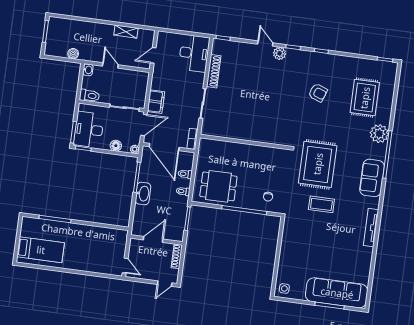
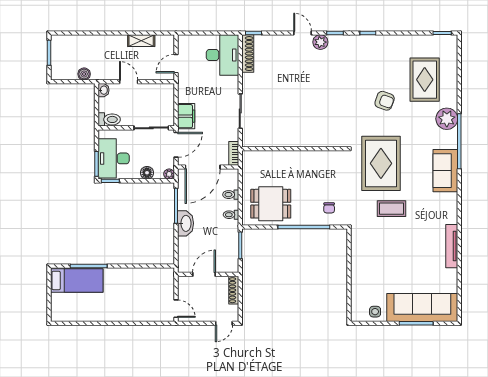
shoe rack: (214, 71) -> (248, 54), moved
armchair: (318, 93) -> (385, 101), moved
door: (164, 147) -> (203, 167), hinge flipped
tv unit: (371, 228) -> (452, 246), moved
bed: (41, 250) -> (77, 280), moved
side table: (284, 288) -> (375, 312), moved

